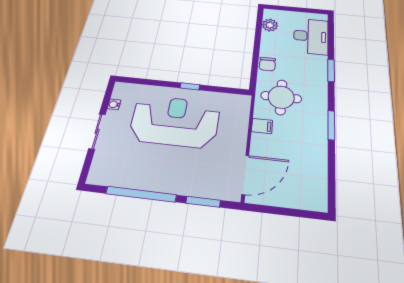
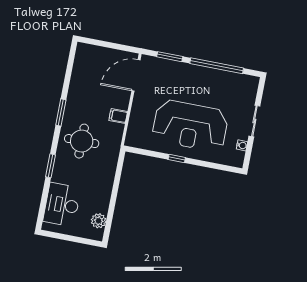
chair: (267, 64) -> (106, 177), removed
round table: (281, 97) -> (82, 141), moved

